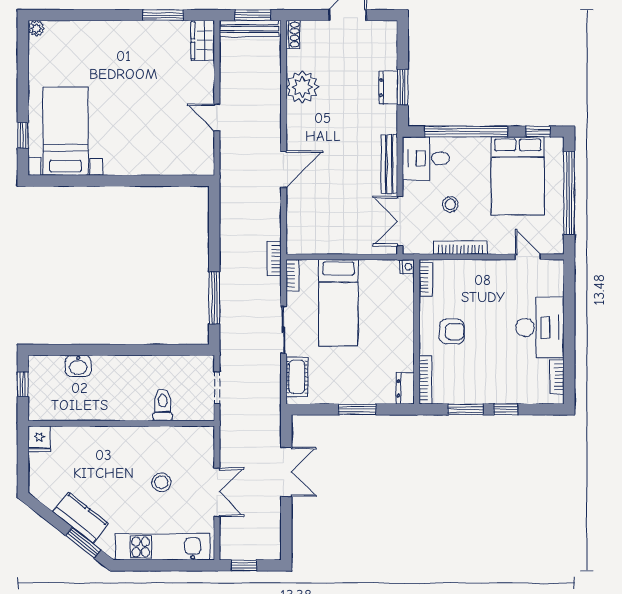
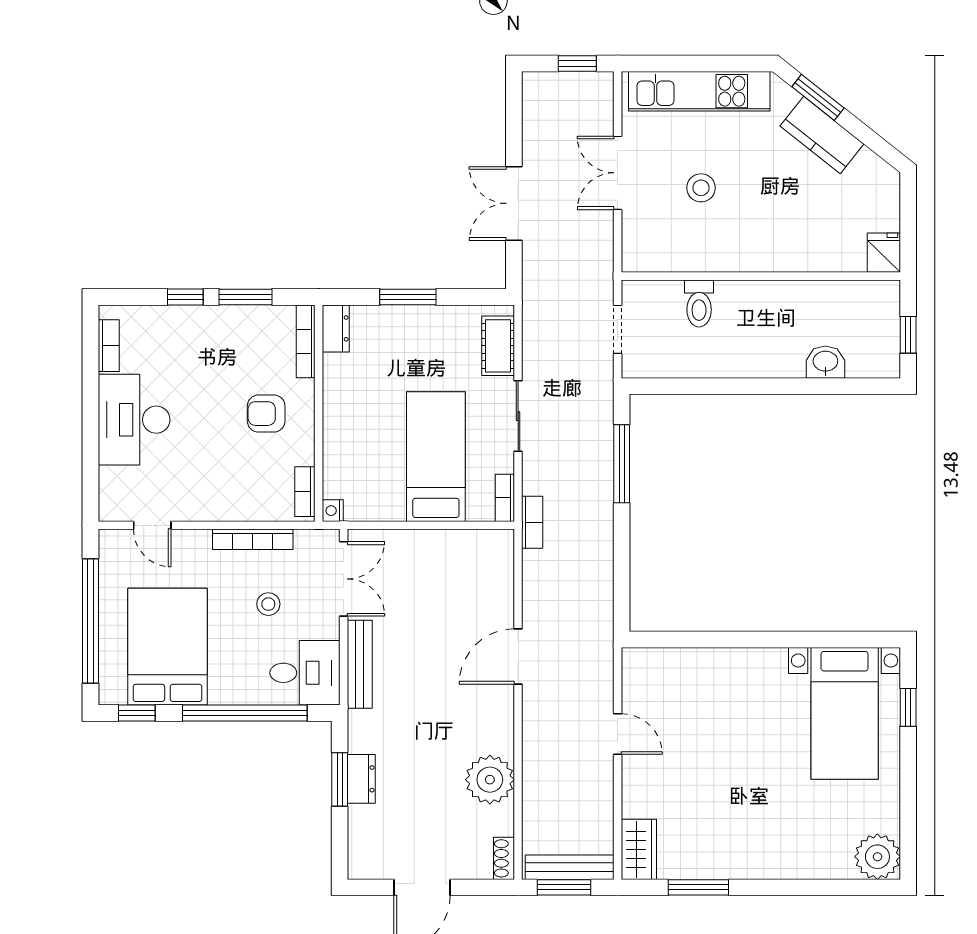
plant: (36, 28) -> (877, 857), width x1.87, depth x1.87

